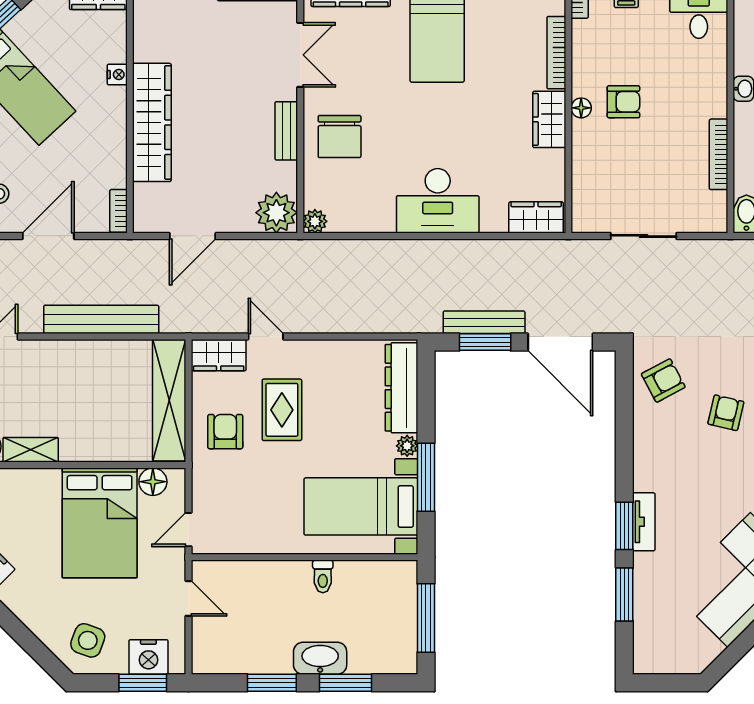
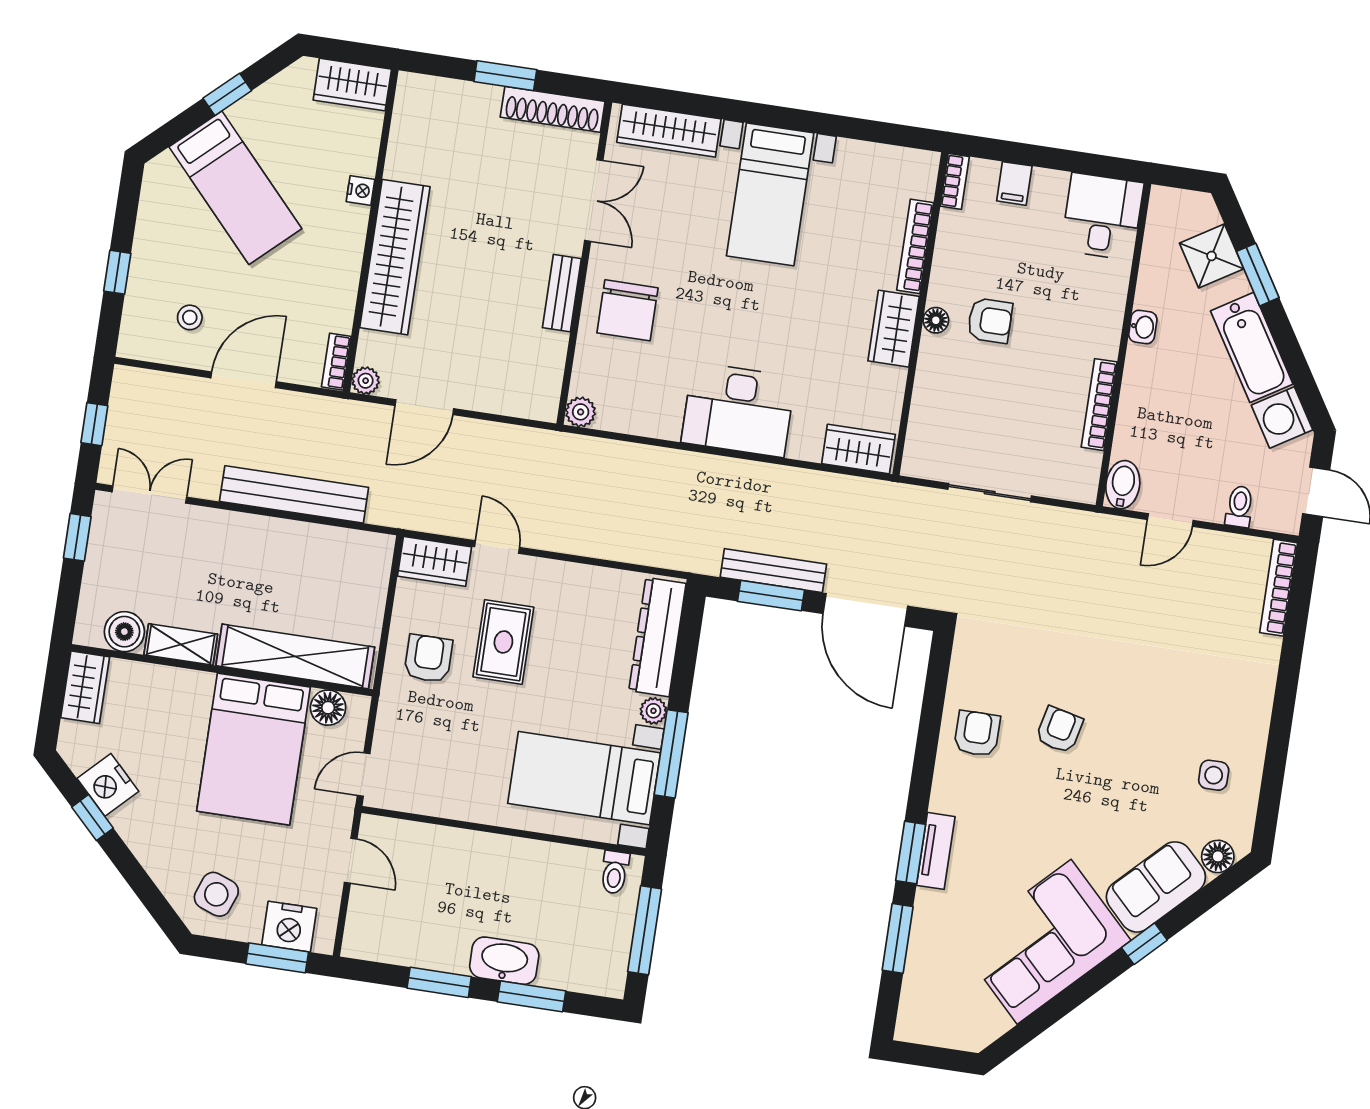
plant: (276, 213) -> (366, 381), moved, width x0.53, depth x0.53
armchair: (663, 381) -> (977, 734), moved, turned -62
shelving: (169, 400) -> (295, 656), moved, turned 90
toilet: (323, 576) -> (615, 872), moved

